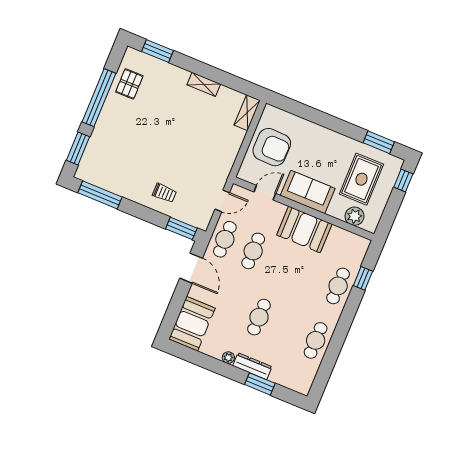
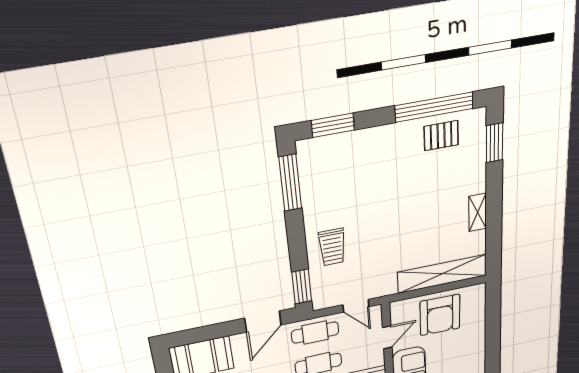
window: (99, 98) -> (434, 107), moved
shelving: (247, 113) -> (442, 274), width x2.20, depth x1.33
trolley: (164, 193) -> (332, 247), width x1.36, depth x1.39
door: (265, 193) -> (387, 337), hinge flipped

